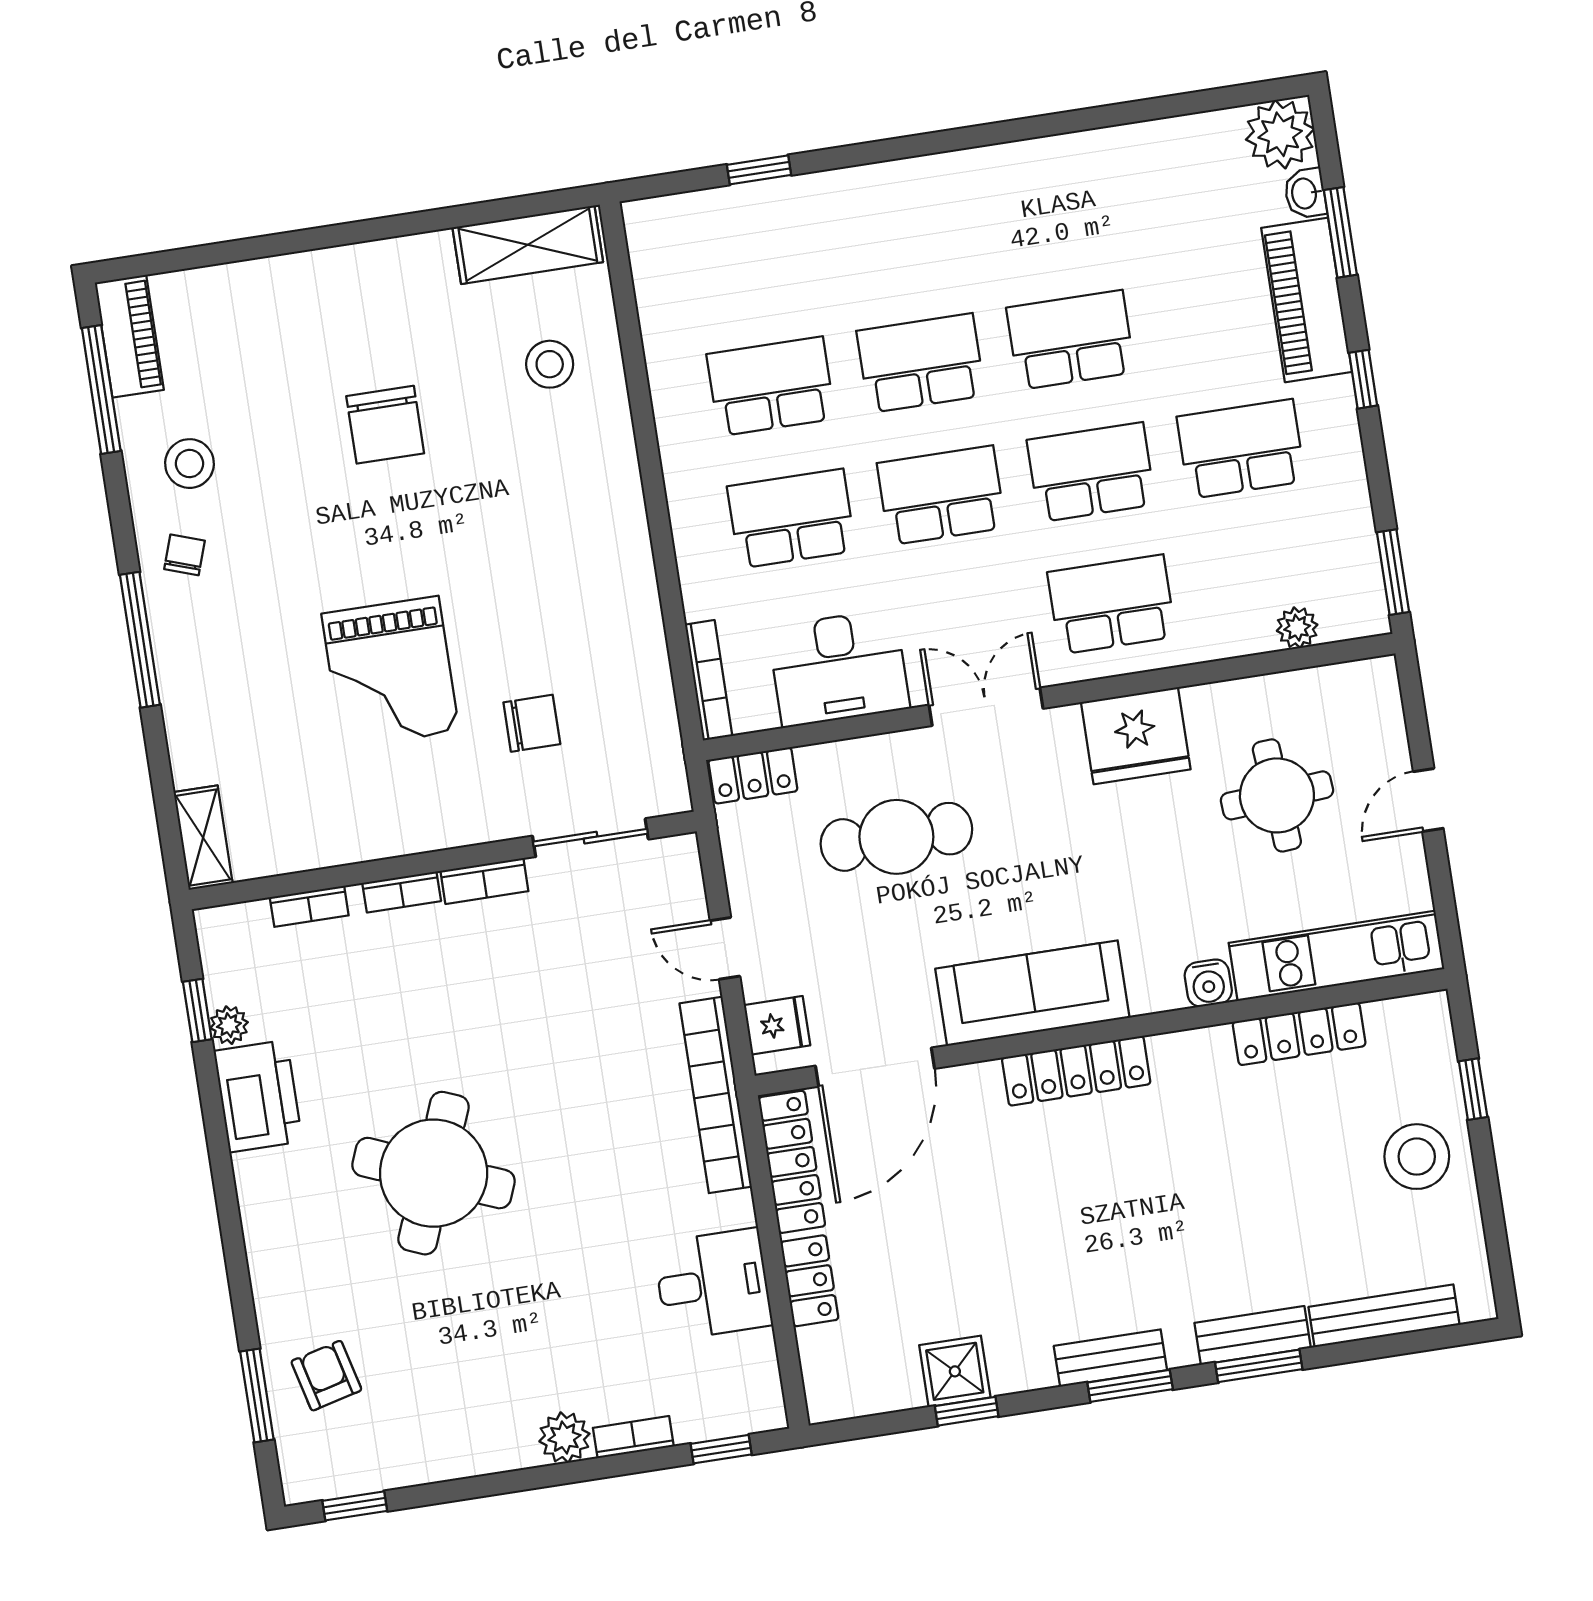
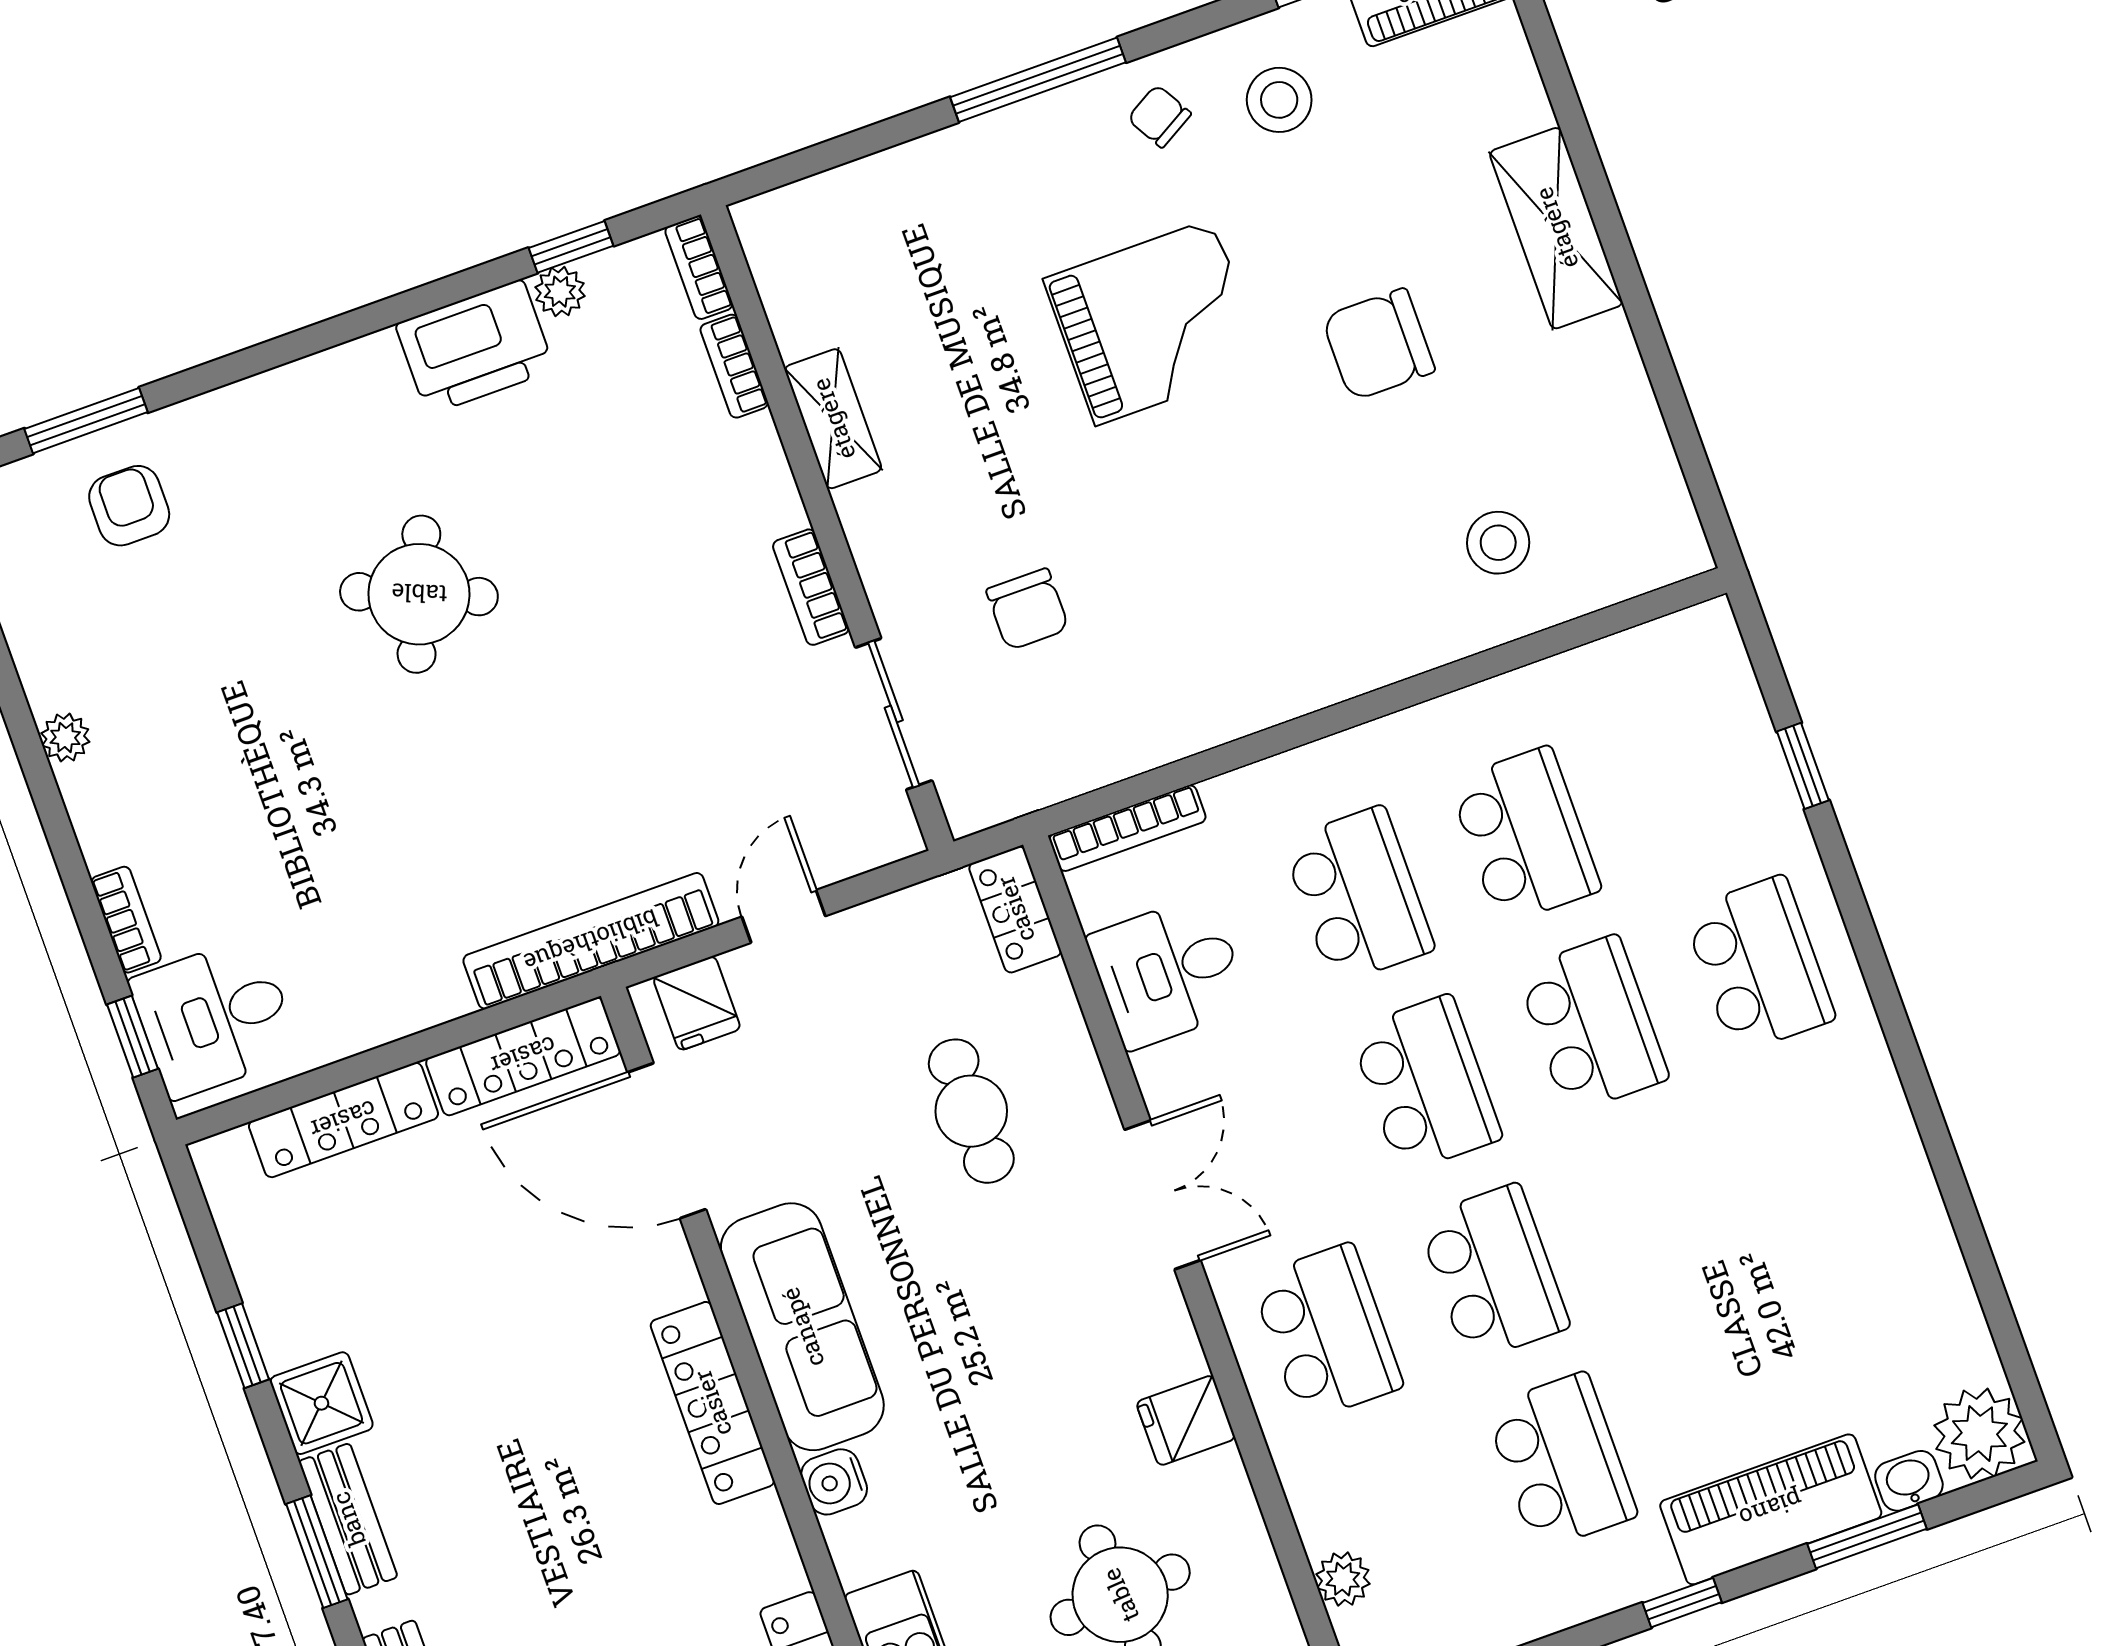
shelving: (528, 245) -> (1556, 228), moved
school desk: (1071, 340) -> (1759, 965), moved
chair: (184, 555) -> (1159, 116), turned -139
desk: (839, 668) -> (1168, 972), width x0.73
grand piano: (390, 672) -> (1154, 322), moved, turned 180
fridge: (1136, 736) -> (1186, 1420), width x0.53, depth x0.75
cafe table: (896, 837) -> (971, 1111), width x0.73, depth x0.74
shelving: (203, 838) -> (833, 419), moved, turned 90
bookcase: (402, 892) -> (699, 268), moved
water cooler: (1208, 983) -> (834, 1482), moved
round table: (434, 1173) -> (419, 594), width x0.73, depth x0.73
locker: (810, 1281) -> (343, 1120), width x1.53
desk: (713, 1284) -> (215, 1017), moved, turned 90
shower: (955, 1371) -> (321, 1403), moved
armchair: (326, 1376) -> (129, 506), turned -76
plant: (564, 1438) -> (65, 737), moved, width x0.73, depth x0.73

